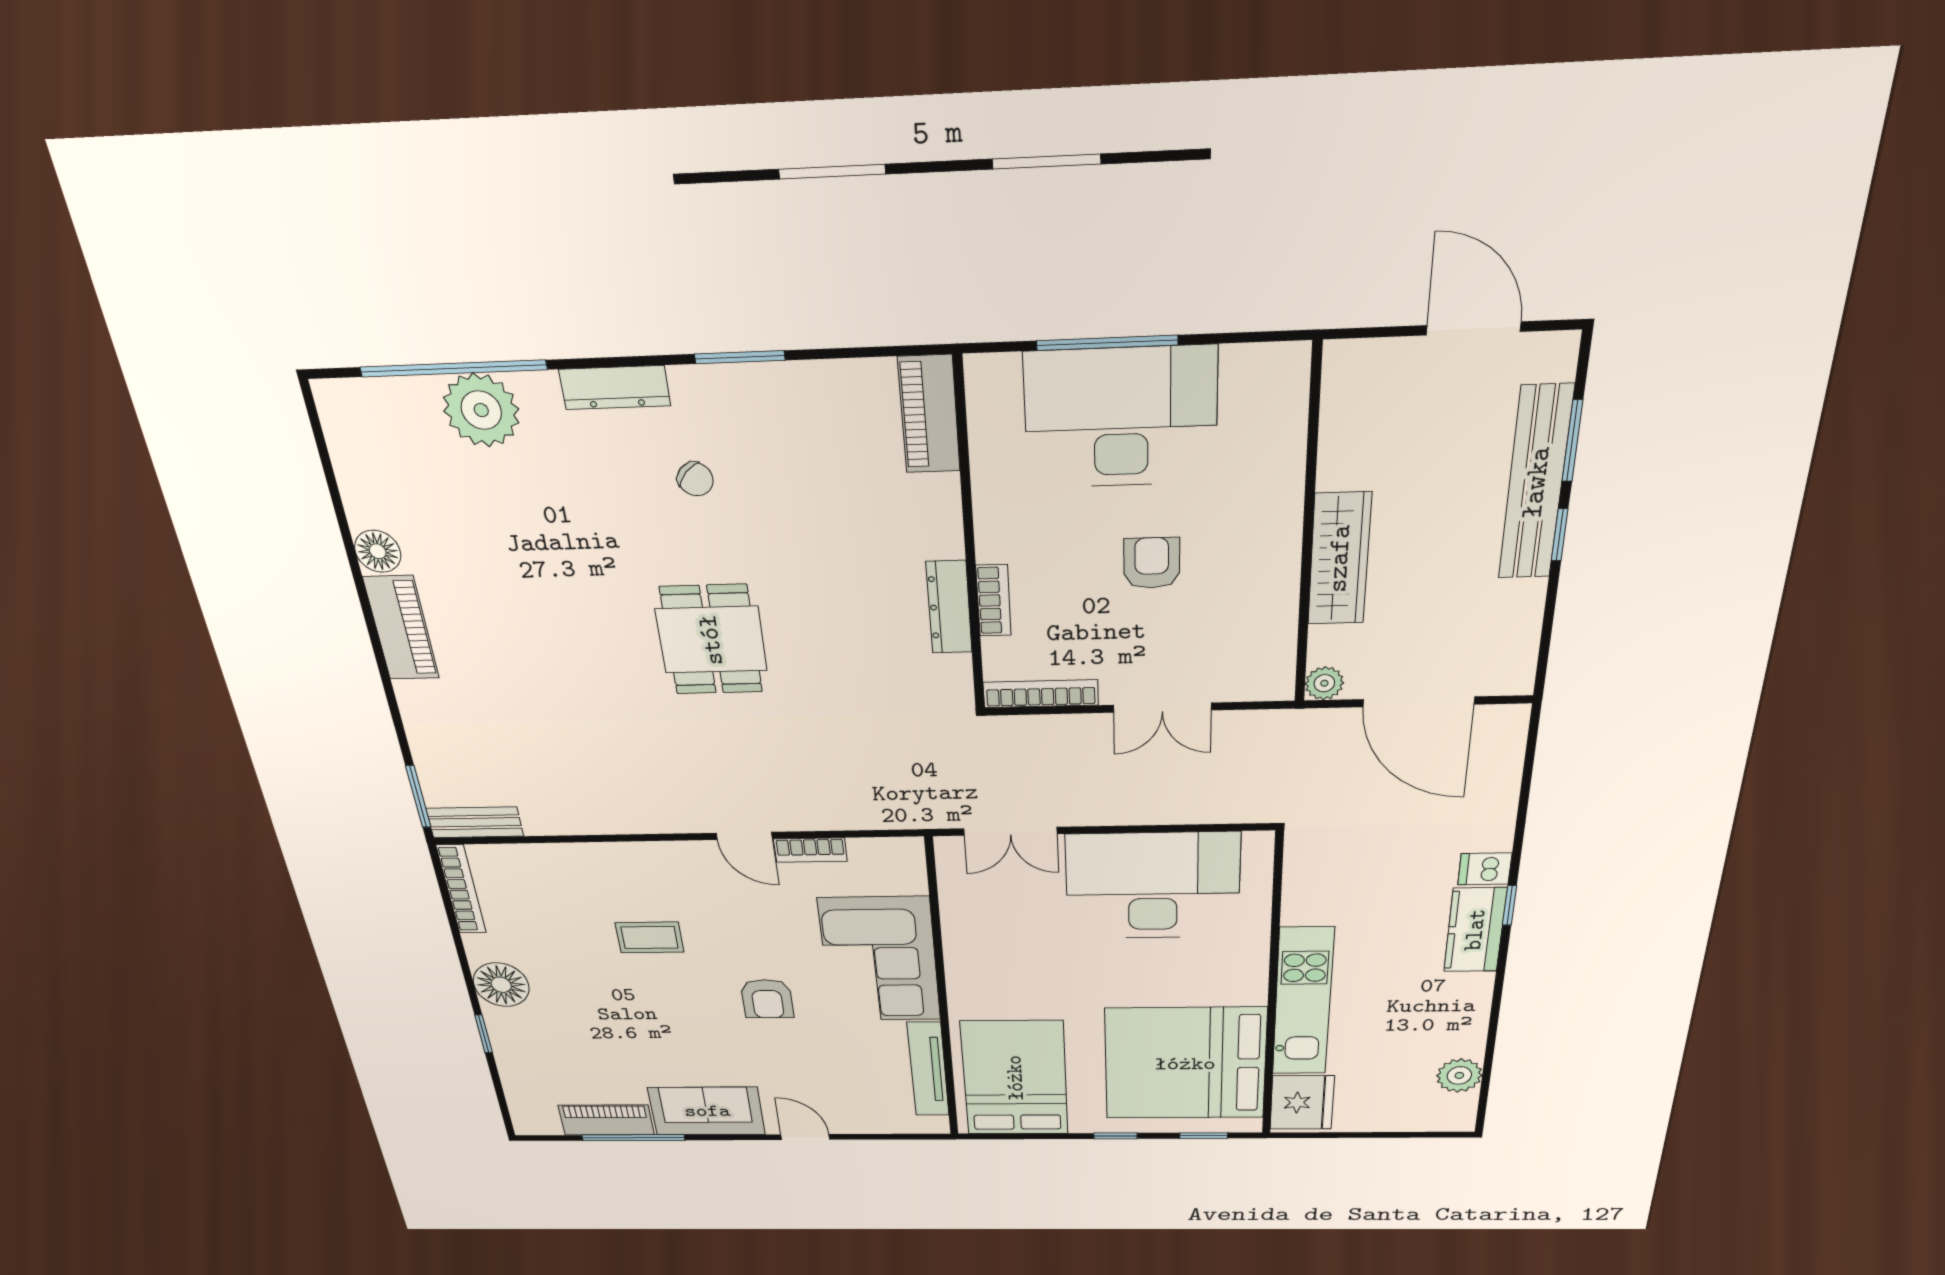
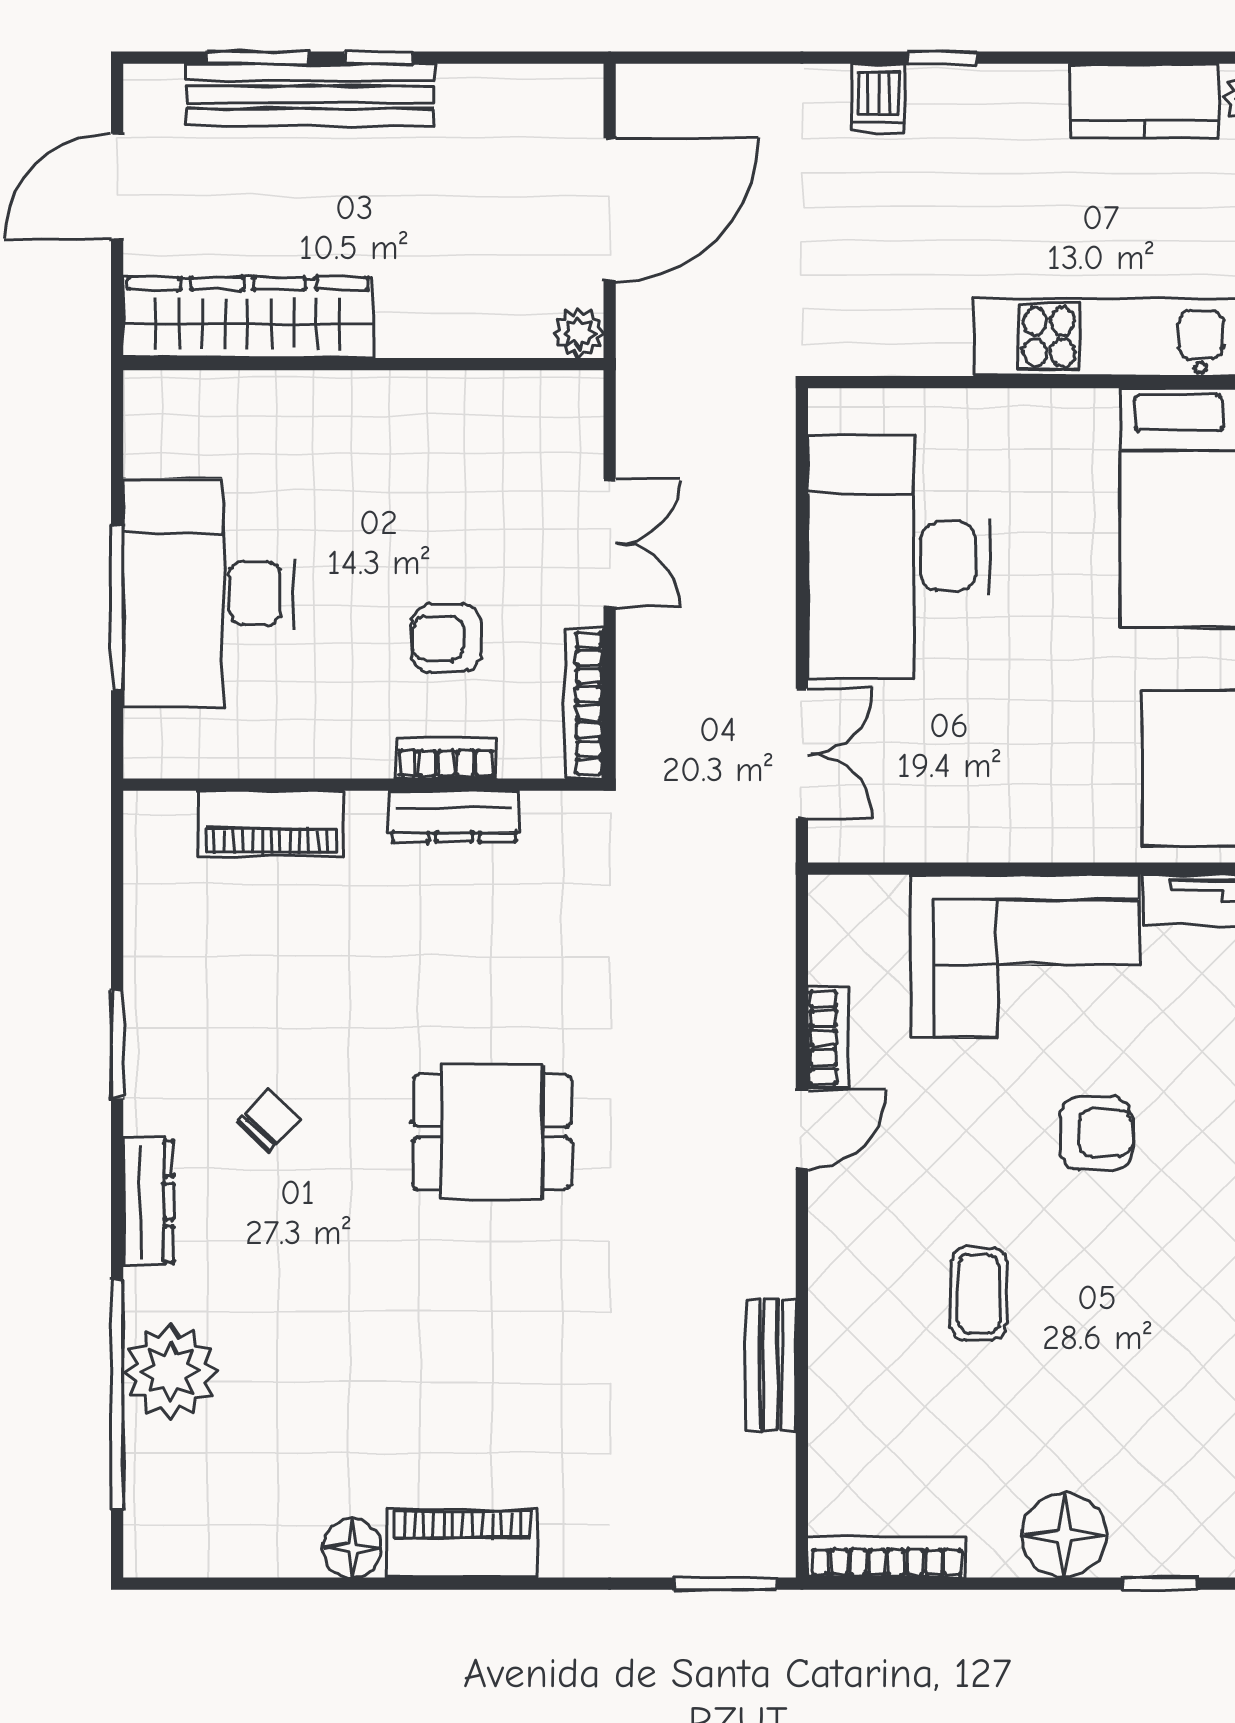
piano: (929, 414) -> (271, 823), moved
wardrobe: (1339, 559) -> (248, 318), moved, width x1.40, depth x1.17
armchair: (1152, 563) -> (446, 638), moved
bench: (475, 822) -> (771, 1365), moved
kitchen counter: (1475, 930) -> (1145, 101), moved

